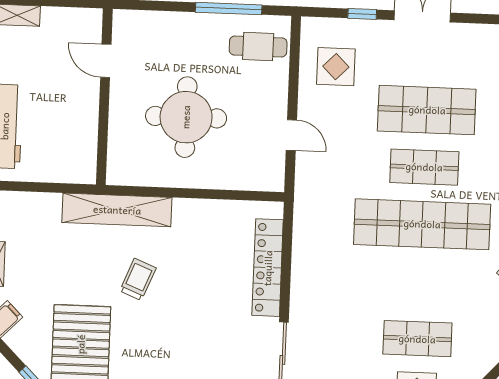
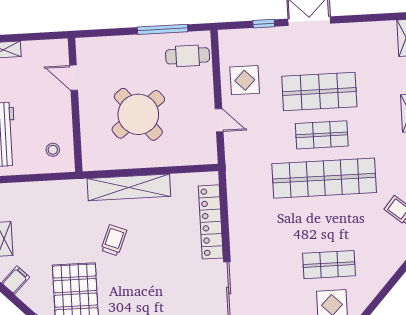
display table: (336, 67) -> (245, 80), moved
round table: (186, 117) -> (138, 114), turned -38
stool: (69, 153) -> (53, 150), added
shelving: (117, 210) -> (129, 187), moved

